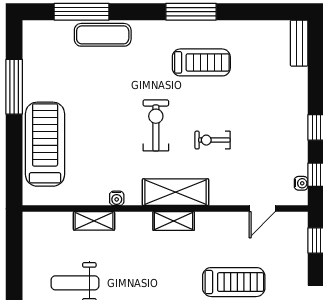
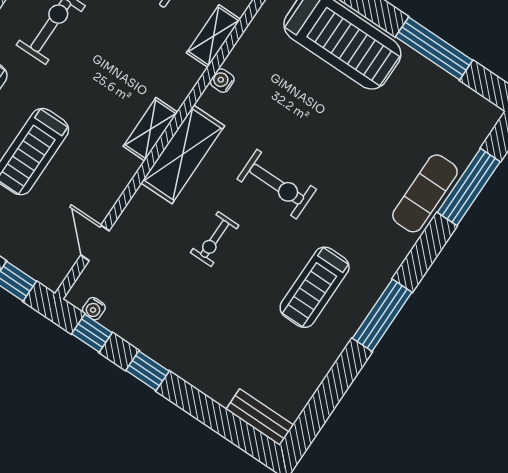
exercise bike: (213, 140) -> (215, 239), turned 180

